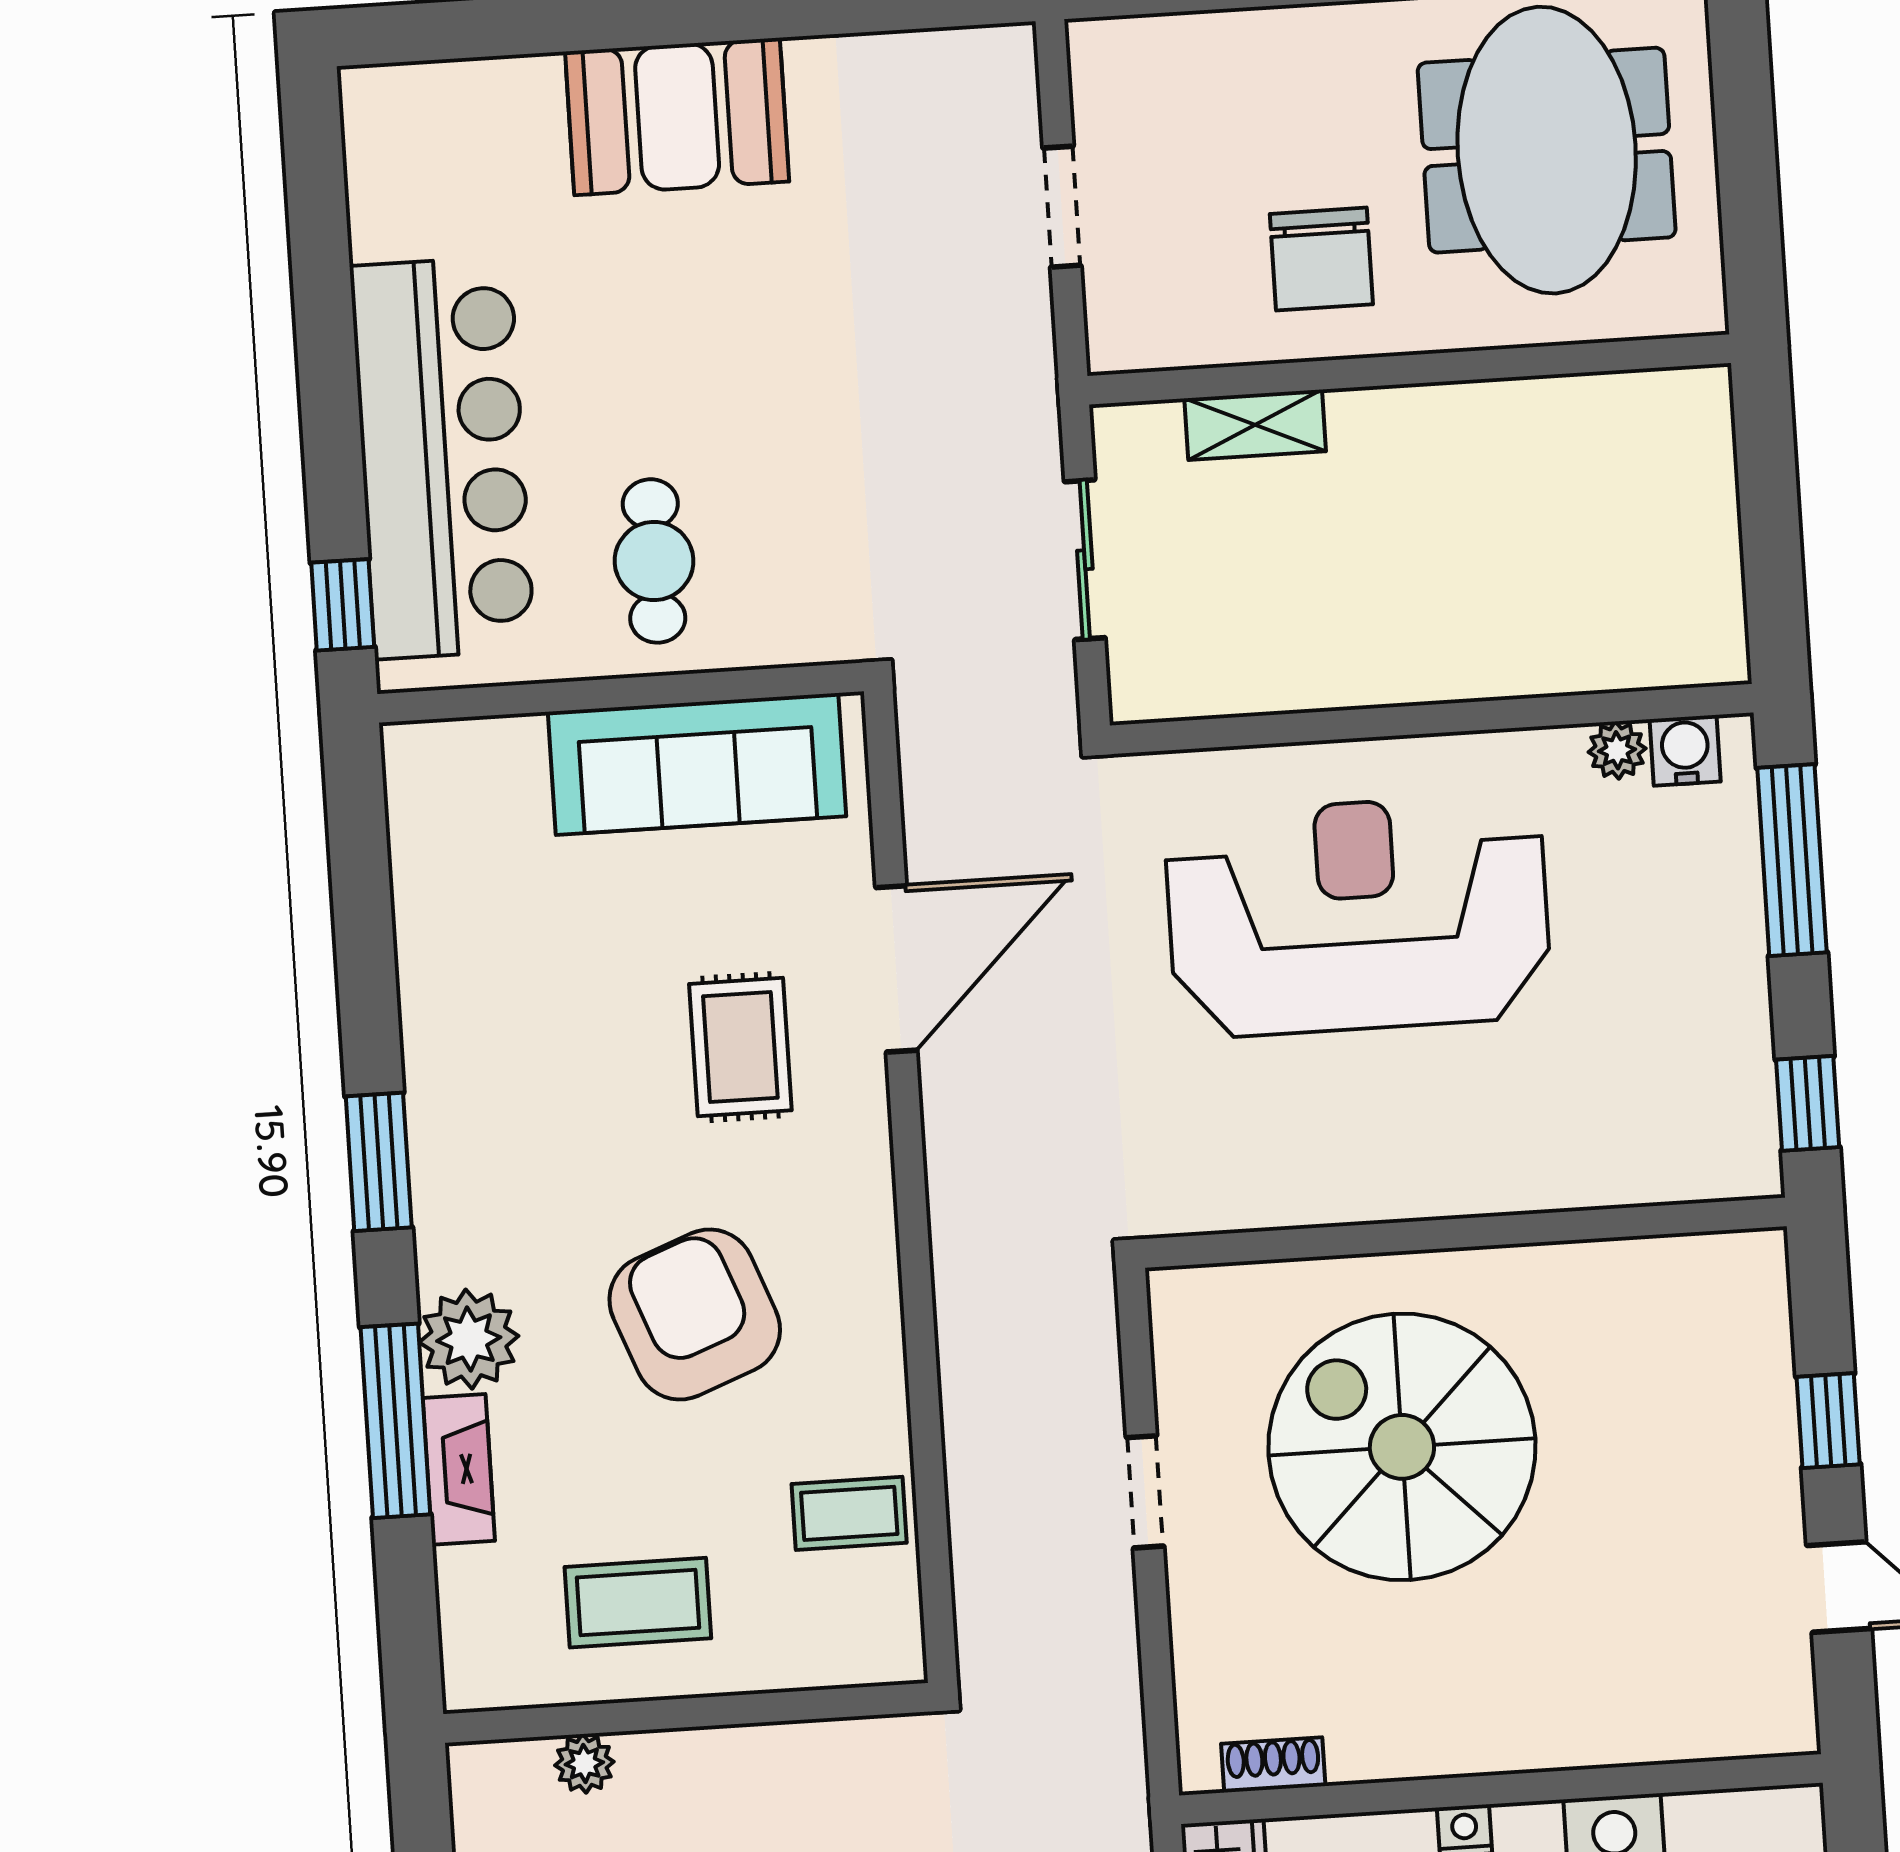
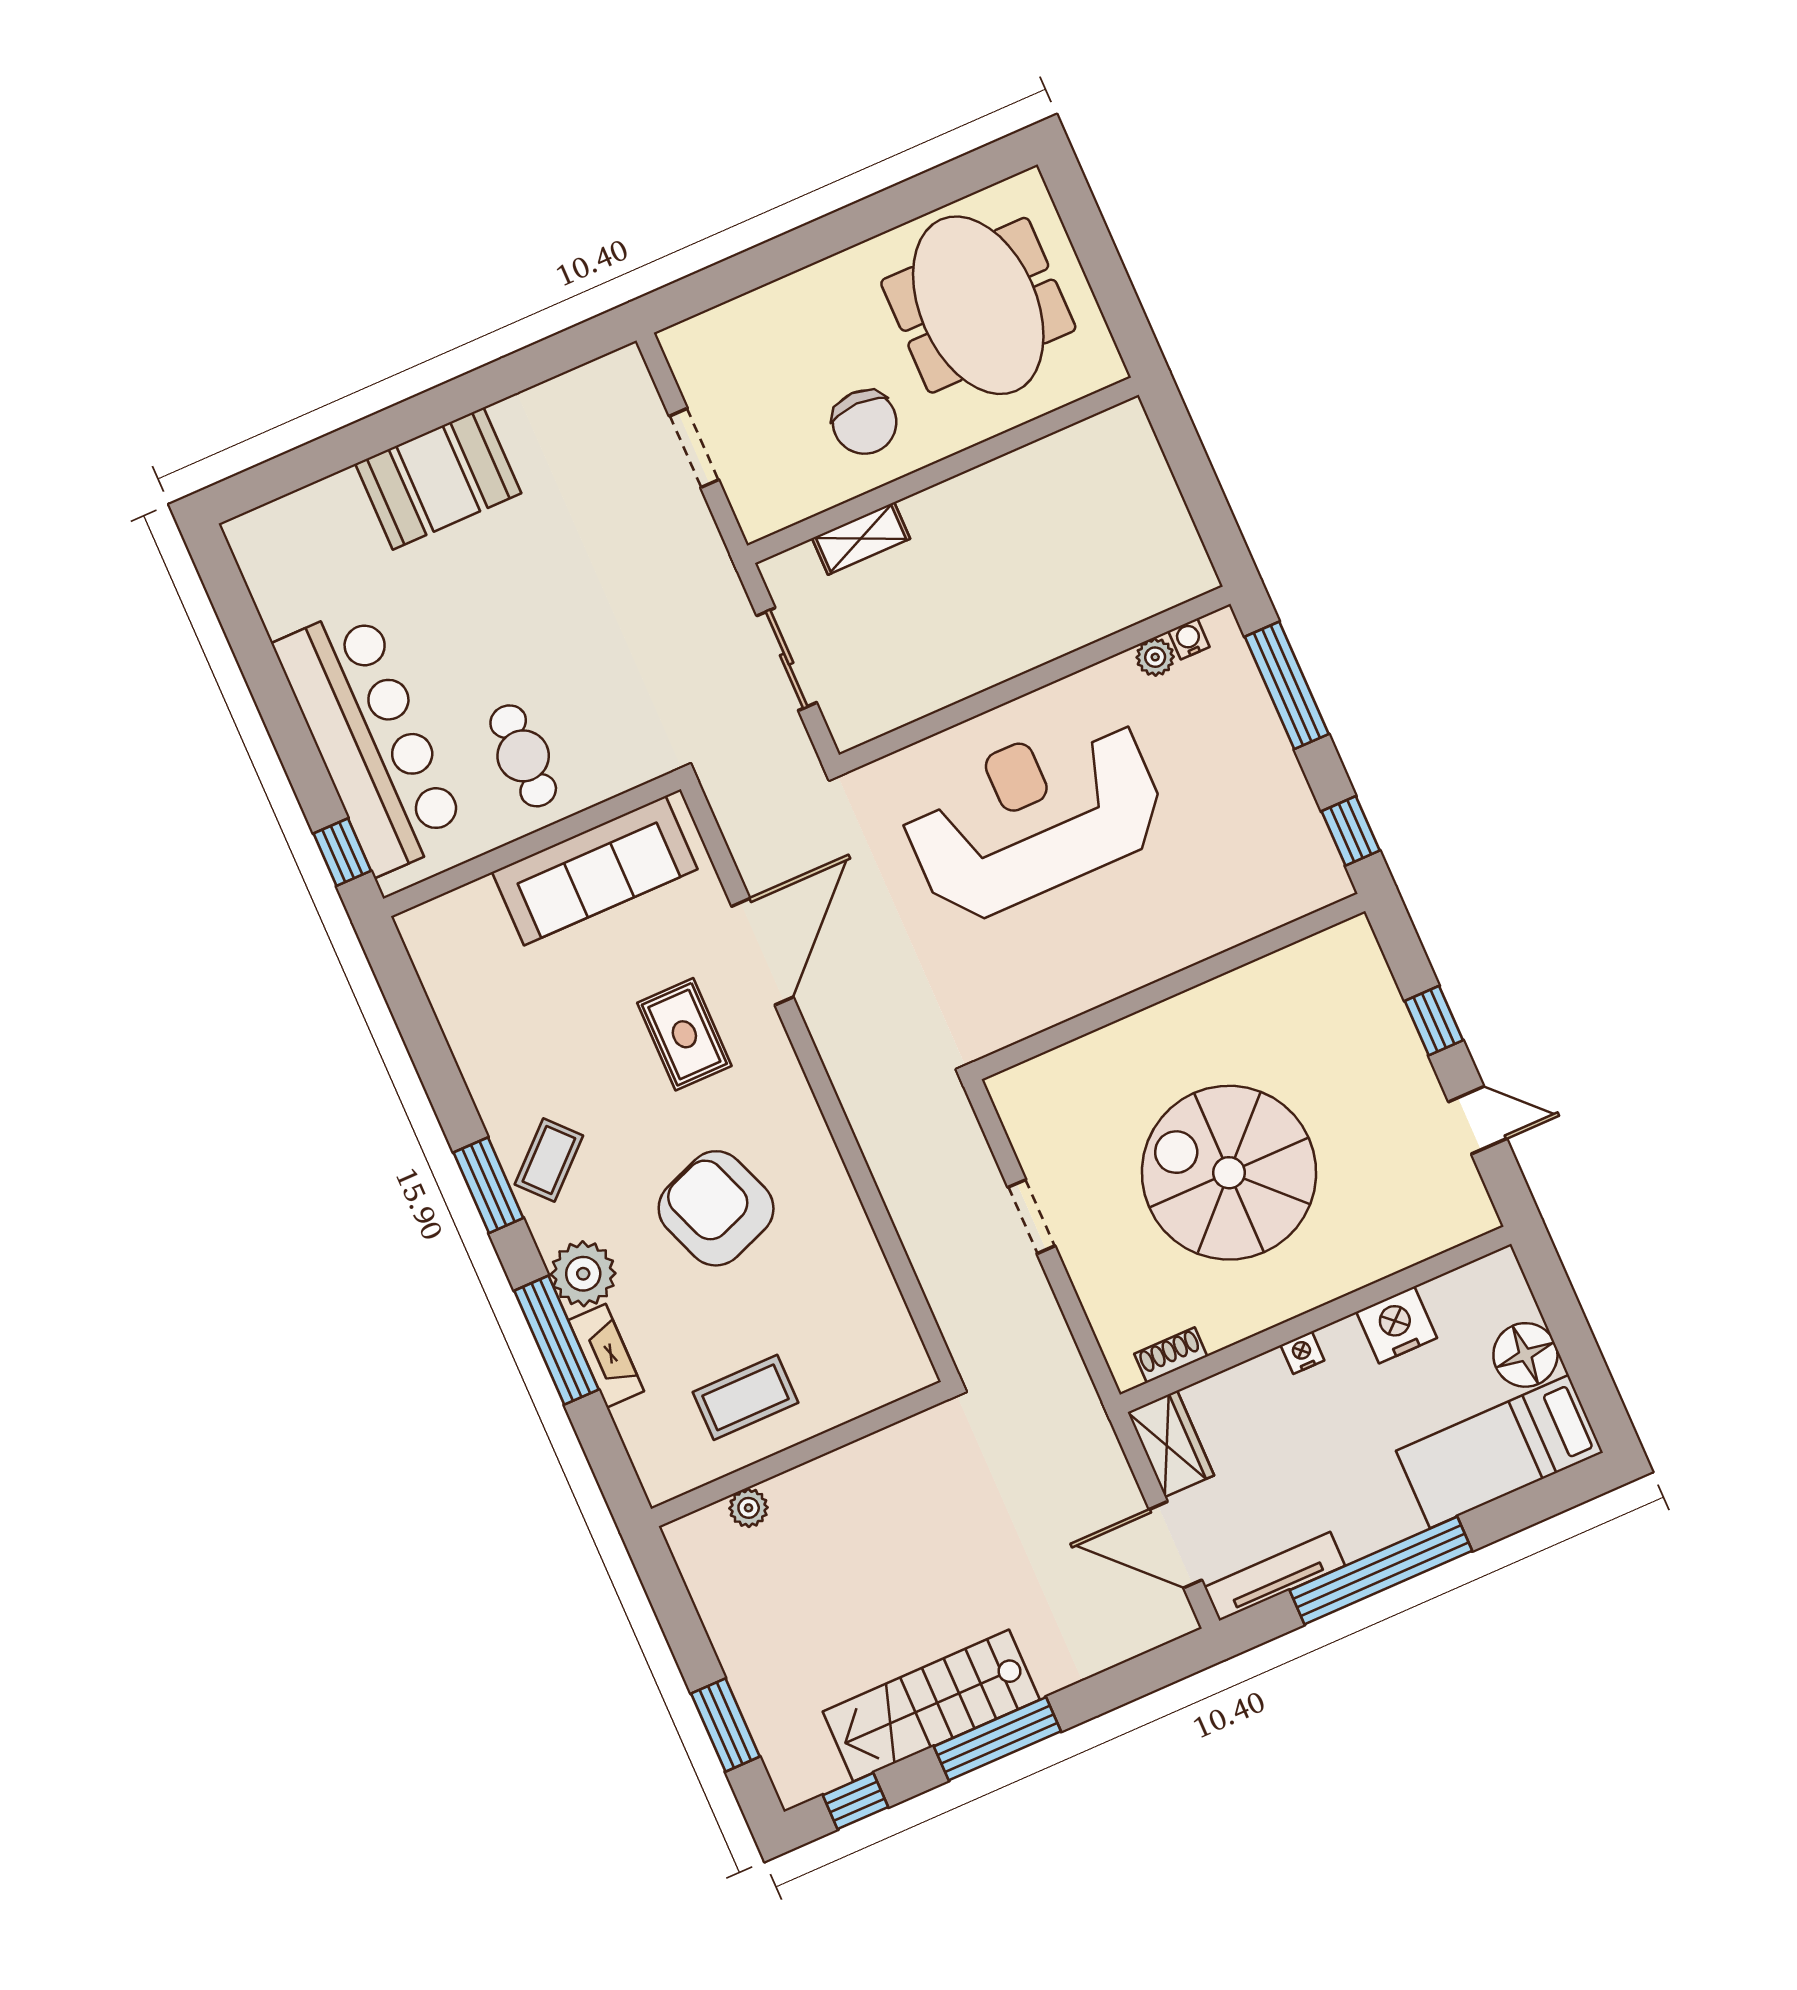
water cooler: (1685, 750) -> (1189, 639), width x0.72, depth x0.72
spiral stairs: (1402, 1447) -> (1229, 1173), moved
coffee table: (849, 1513) -> (549, 1160), moved, turned -43

